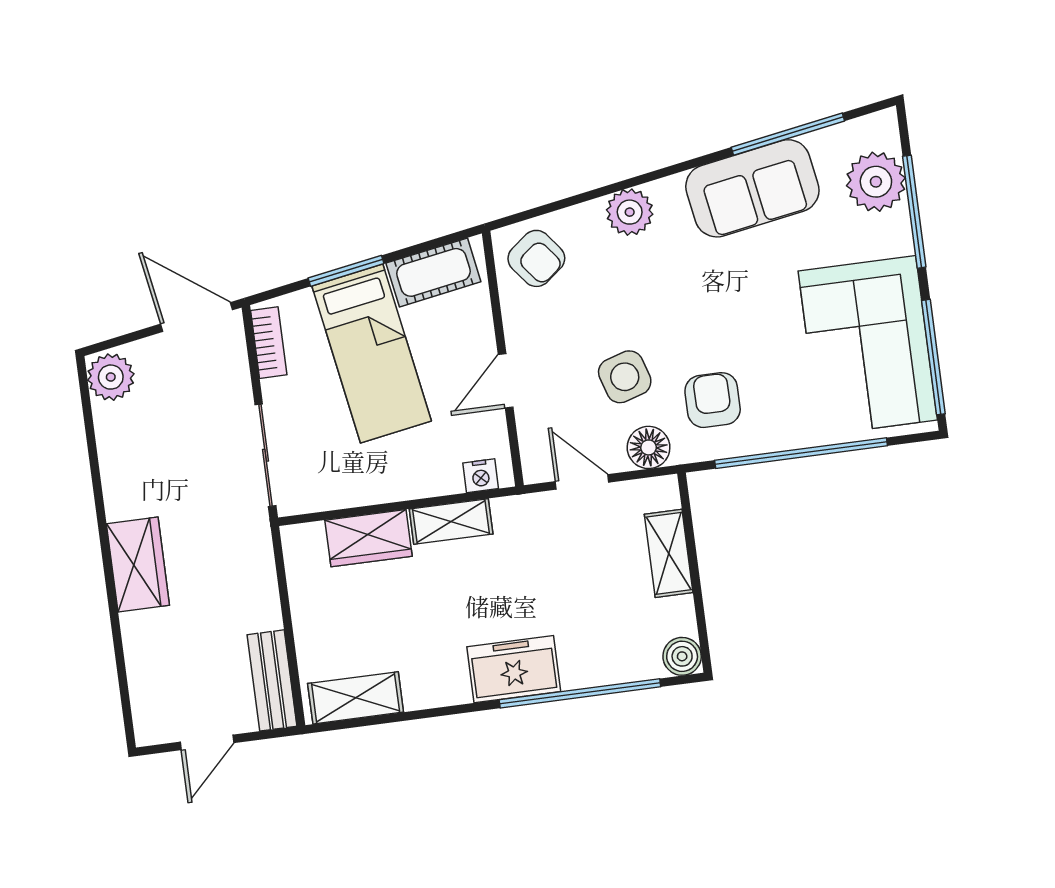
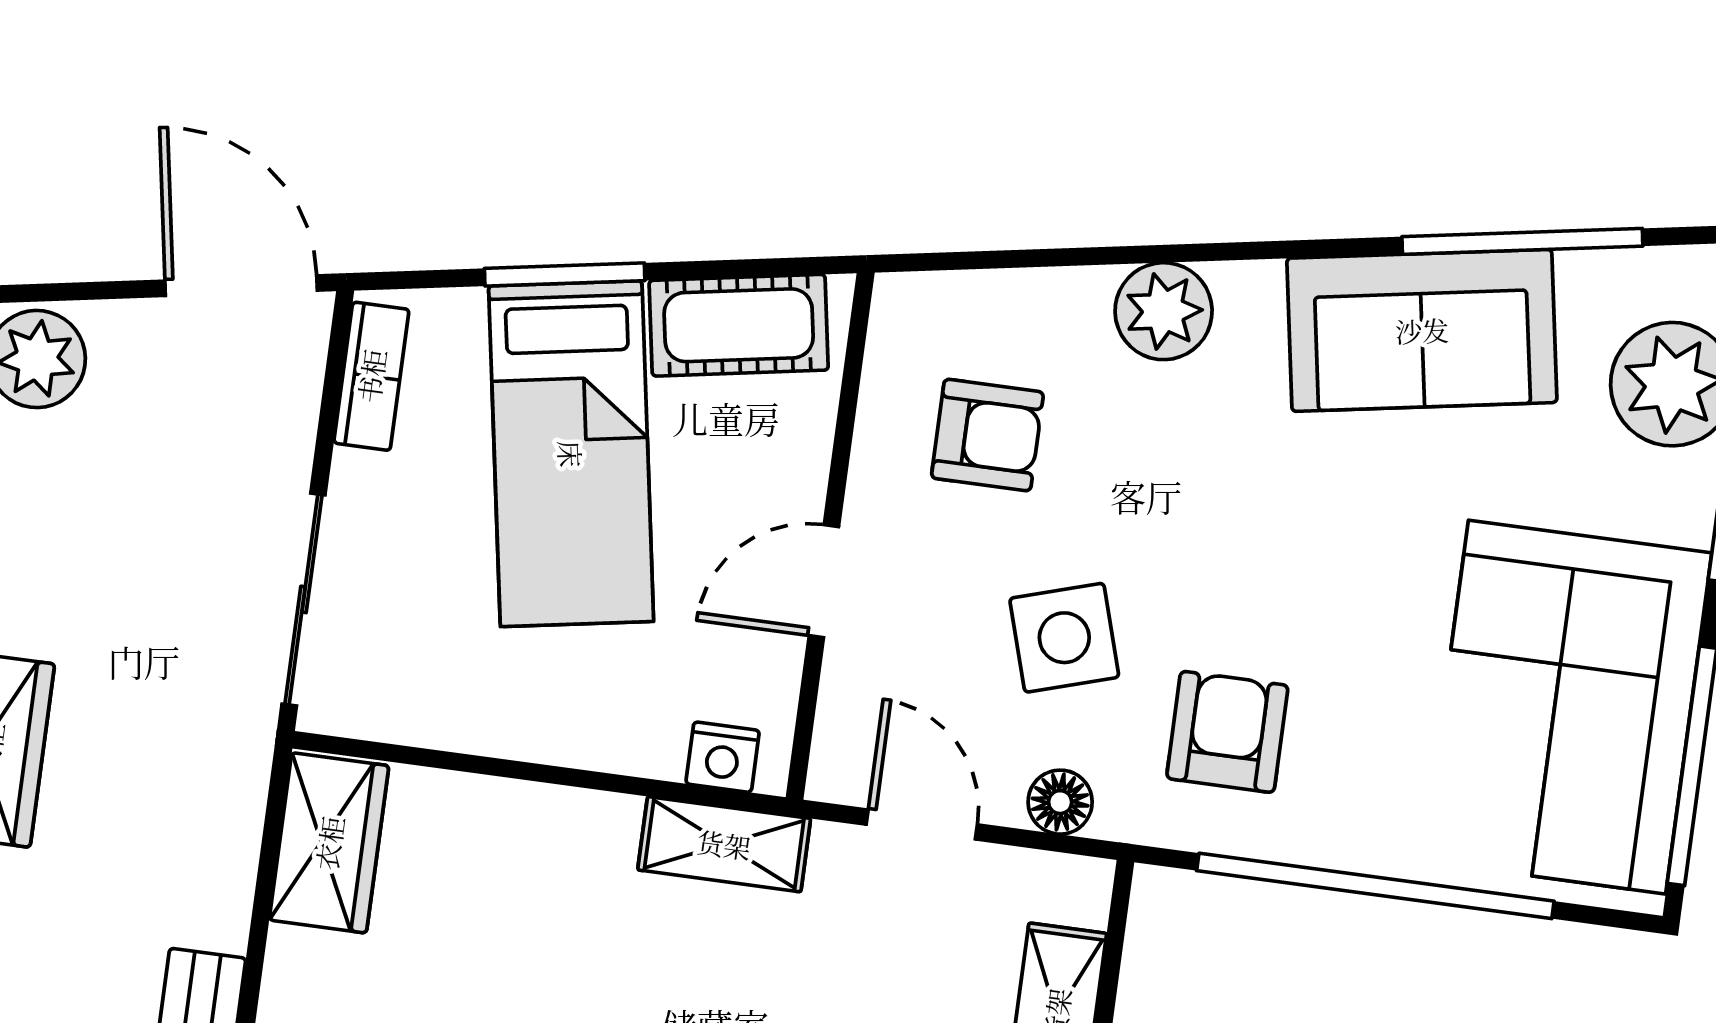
armchair: (536, 258) -> (987, 435), moved, turned -52
floor lamp: (649, 447) -> (1060, 802), width x0.73, depth x0.73
shelving: (451, 521) -> (724, 844), moved
wardrobe: (369, 538) -> (329, 843), moved, turned -90

